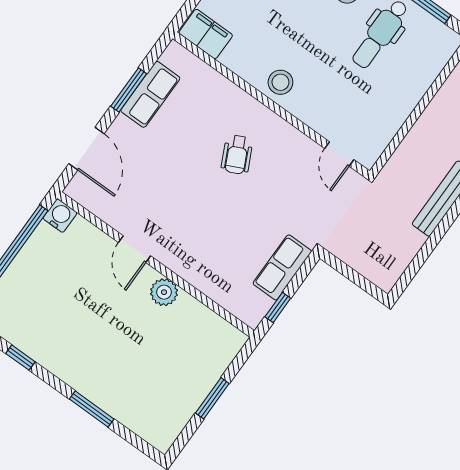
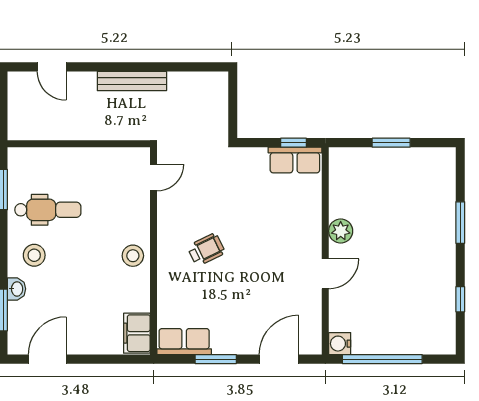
row of seats: (150, 94) -> (184, 342), moved
row of seats: (282, 267) -> (295, 160), moved

